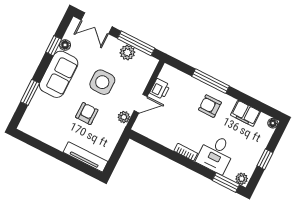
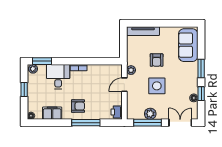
sofa: (59, 74) -> (188, 45), moved
printer: (160, 89) -> (117, 112), moved
window: (30, 92) -> (201, 69), moved

